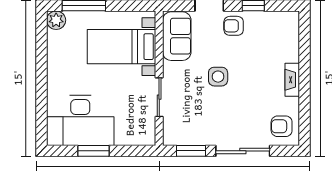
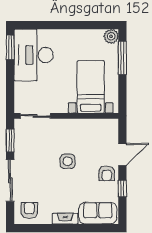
armchair: (234, 26) -> (107, 173), turned 180
sofa: (177, 36) -> (98, 213), moved, turned 180
sliding door: (159, 97) -> (35, 116), moved
window: (93, 151) -> (10, 47), moved

